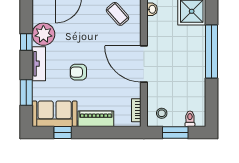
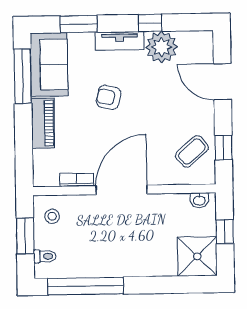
window: (211, 52) -> (86, 286), moved
armchair: (78, 72) -> (109, 97), turned -78
bookcase: (136, 110) -> (77, 180), moved
window: (63, 133) -> (23, 76), width x2.17

